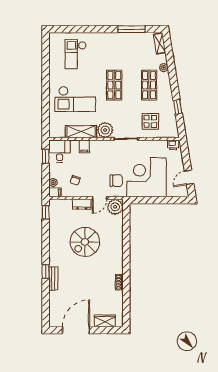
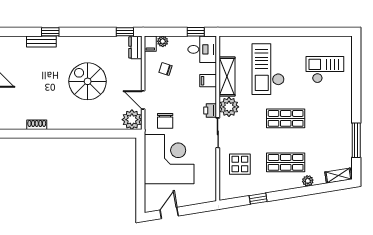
printer: (173, 145) -> (210, 111), moved
door: (189, 177) -> (169, 213), hinge flipped
dresser: (82, 204) -> (135, 47), moved

